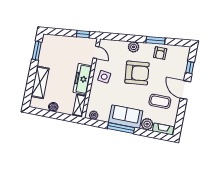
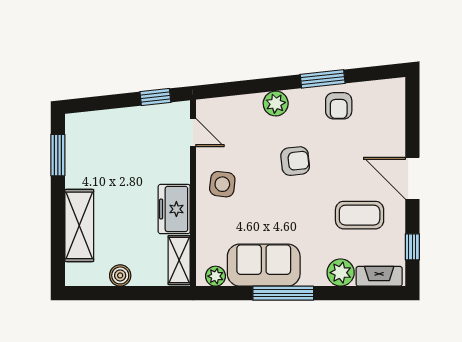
window: (190, 67) -> (412, 247), moved
armchair: (137, 73) -> (295, 161), width x0.53, depth x0.53
freezer: (83, 79) -> (174, 209), width x0.71
sofa: (126, 117) -> (264, 265), moved

